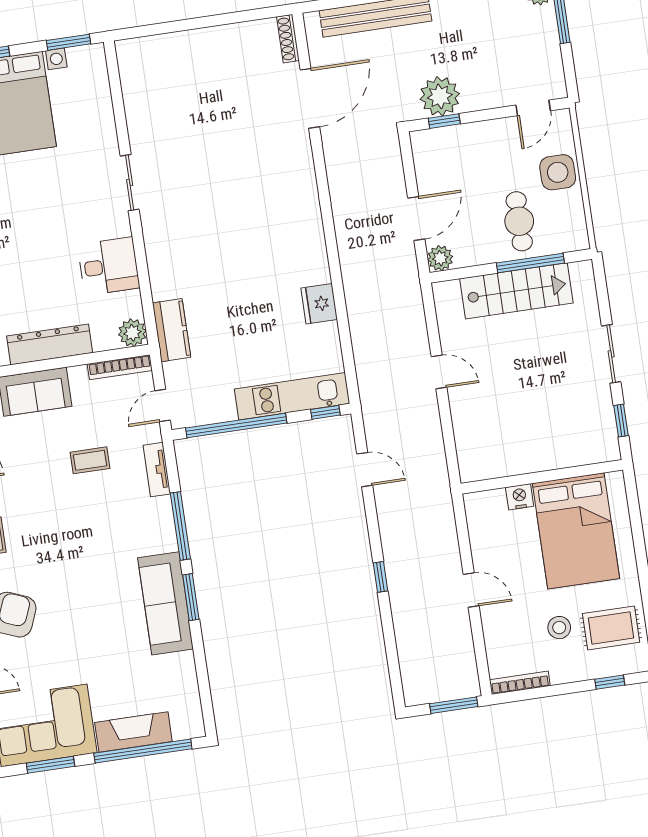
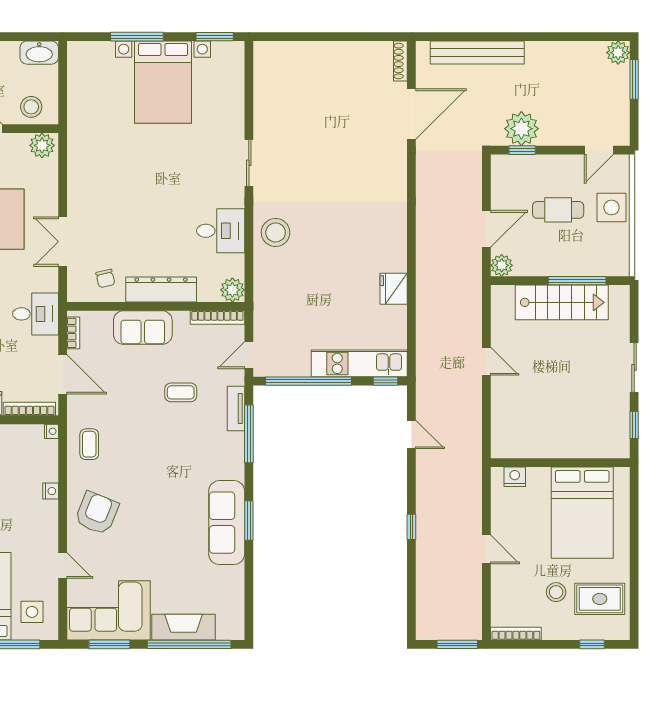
cafe table: (519, 221) -> (558, 210), moved, turned 90
stool: (173, 259) -> (276, 232), added
kitchen counter: (172, 330) -> (266, 293), removed
nightstand: (520, 497) -> (515, 477), moved
window: (180, 526) -> (249, 434), moved

